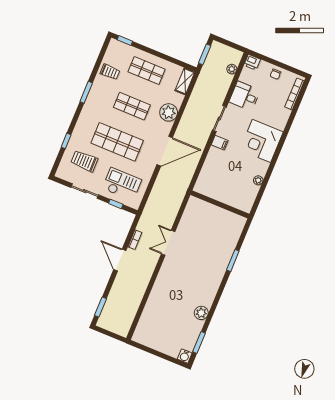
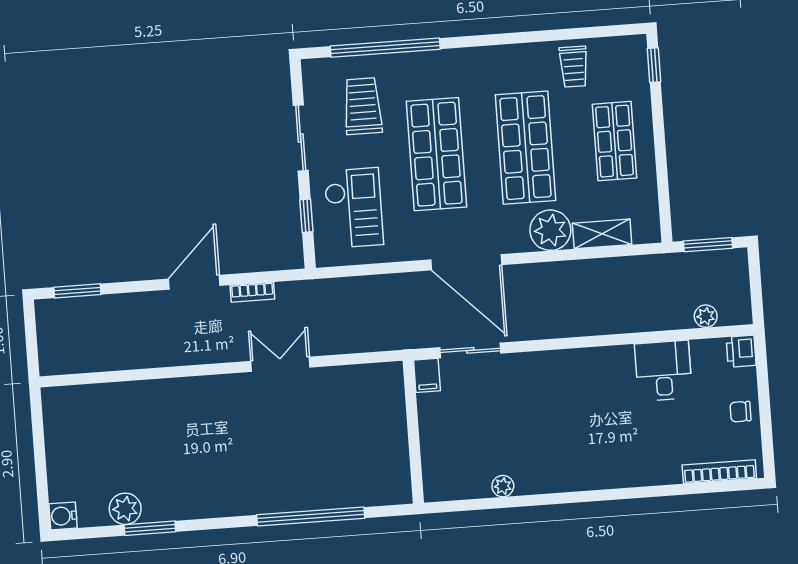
shelving: (185, 81) -> (602, 234), moved
window: (86, 92) -> (507, 39), removed
shop shelf: (132, 106) -> (525, 148), width x1.43, depth x1.36
sliding door: (219, 119) -> (470, 350), moved
window: (66, 141) -> (385, 48), width x3.17
corner desk: (261, 141) -> (588, 452), removed
filing cabinet: (220, 143) -> (427, 375), moved
window: (233, 260) -> (311, 517), width x2.11
plant: (201, 313) -> (125, 509), moved
window: (199, 342) -> (150, 528), moved

